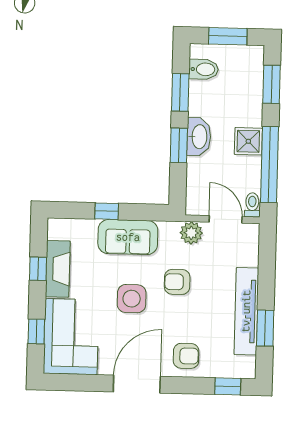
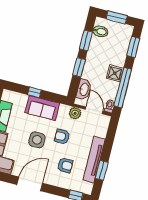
washbasin: (199, 137) -> (84, 89), moved
armchair: (186, 356) -> (65, 165), moved

